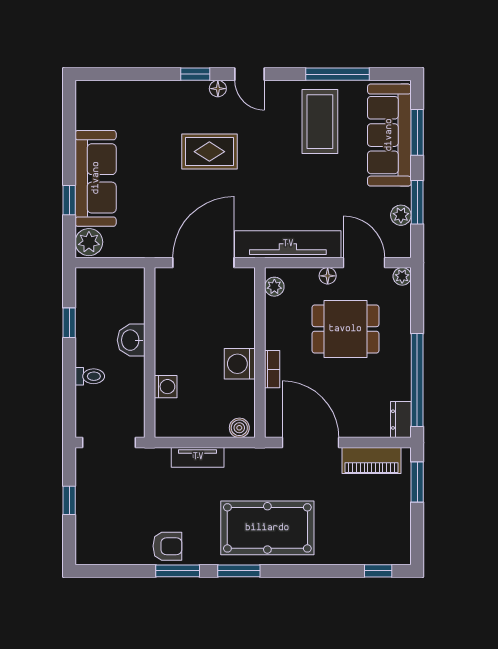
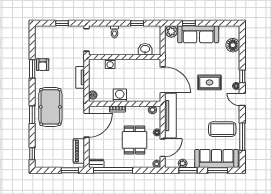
door: (249, 74) -> (242, 99), hinge flipped
floor lamp: (121, 96) -> (233, 45), added
rug: (209, 152) -> (210, 82), turned 90
washbasin: (131, 340) -> (145, 49), moved
window: (239, 571) -> (32, 115), moved

